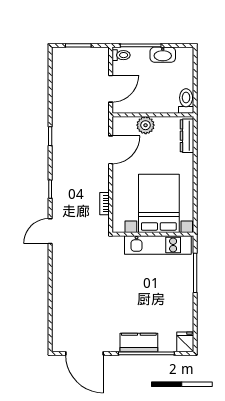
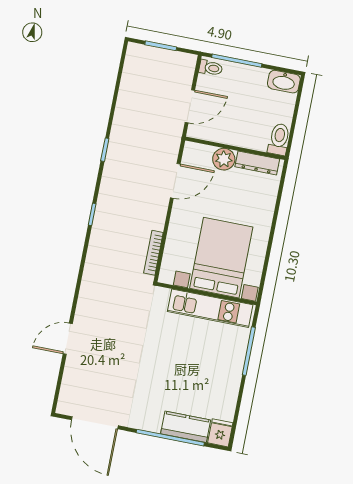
washbasin: (163, 55) -> (284, 82), moved
dresser: (187, 136) -> (257, 163), moved, turned -90
bookcase: (105, 204) -> (153, 253), width x1.56
door: (50, 231) -> (68, 339), moved
kitchen counter: (139, 342) -> (186, 427), moved

